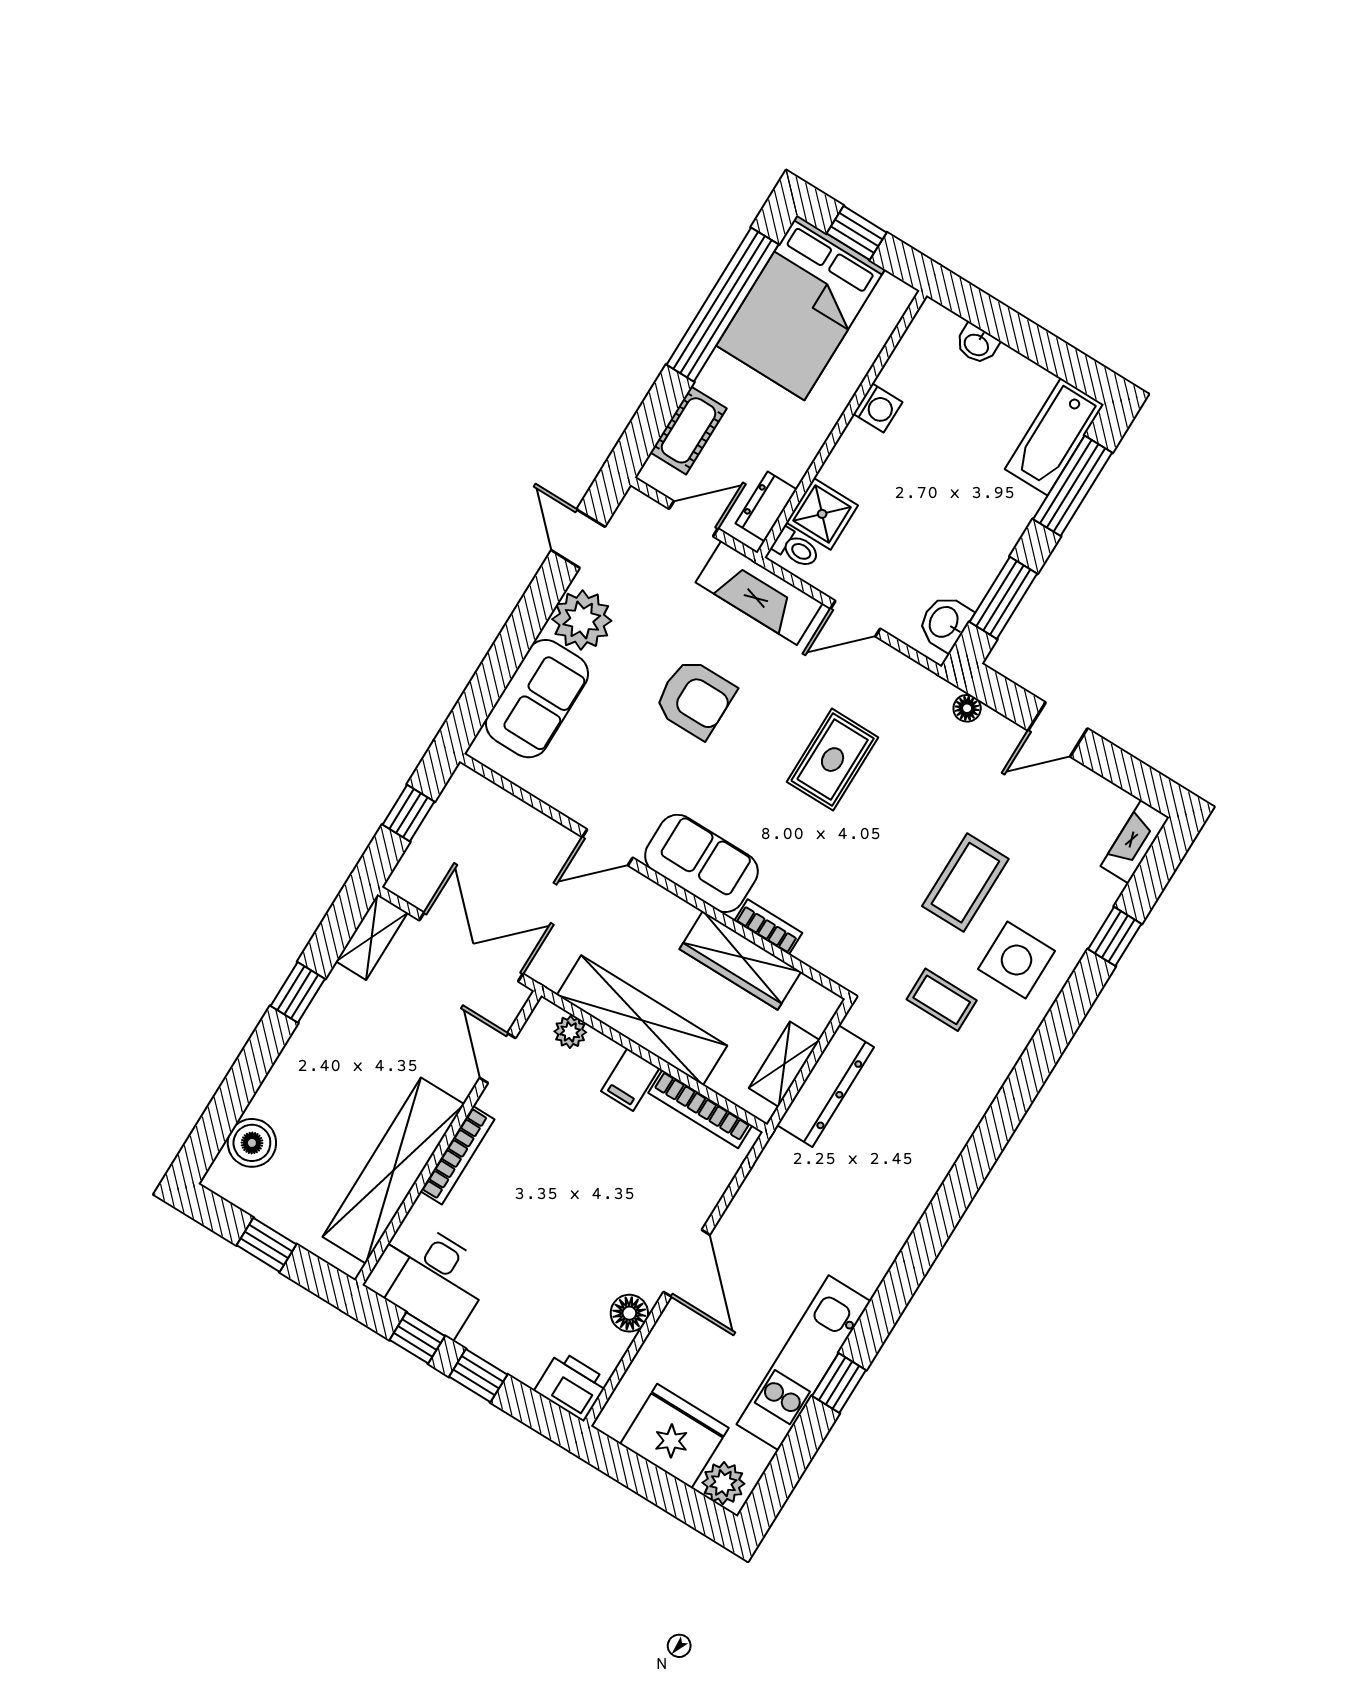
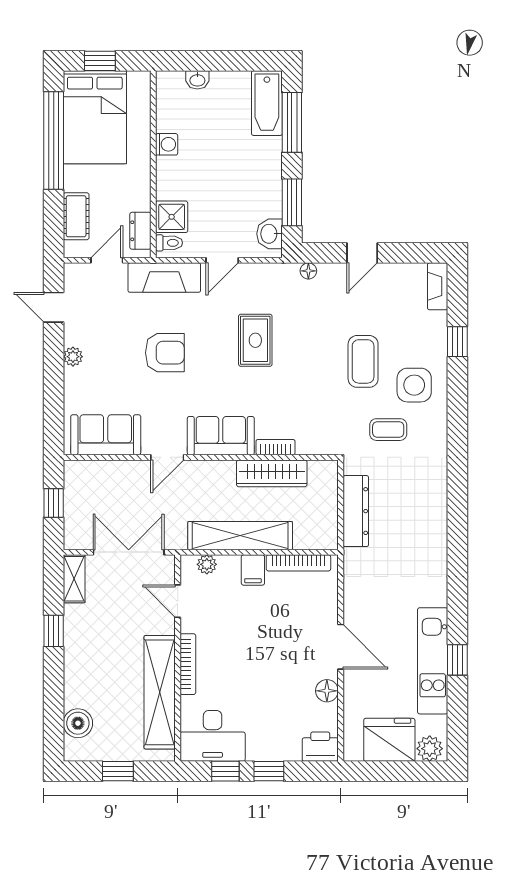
plant: (582, 620) -> (73, 357), width x0.53, depth x0.53
sofa: (537, 699) -> (106, 435), moved, turned -90
shelving: (784, 1064) -> (327, 513), removed

